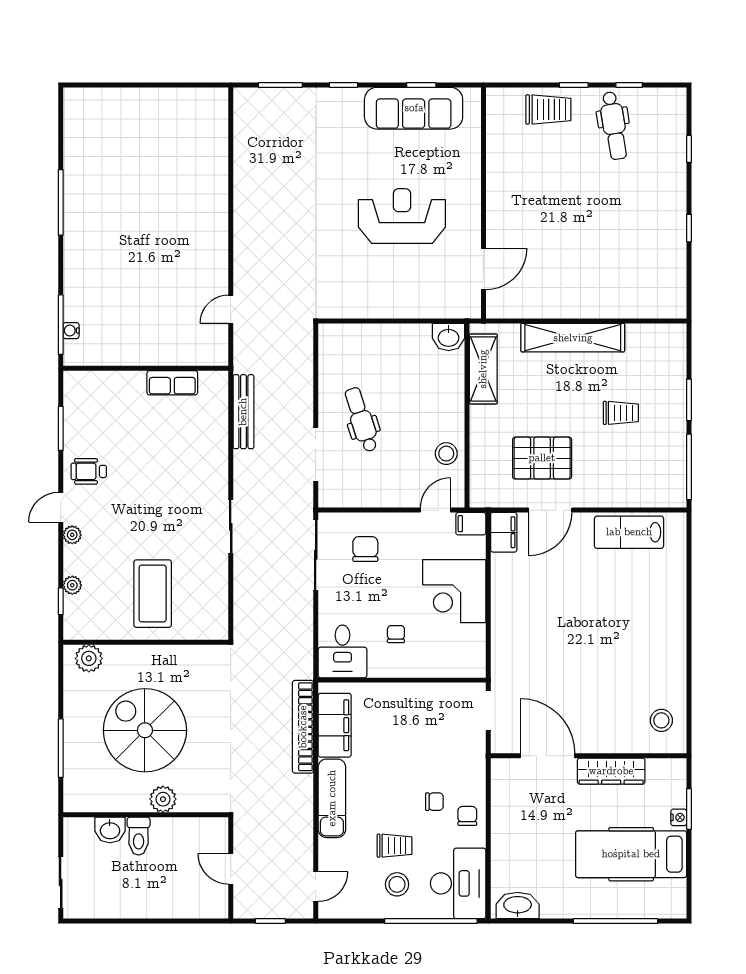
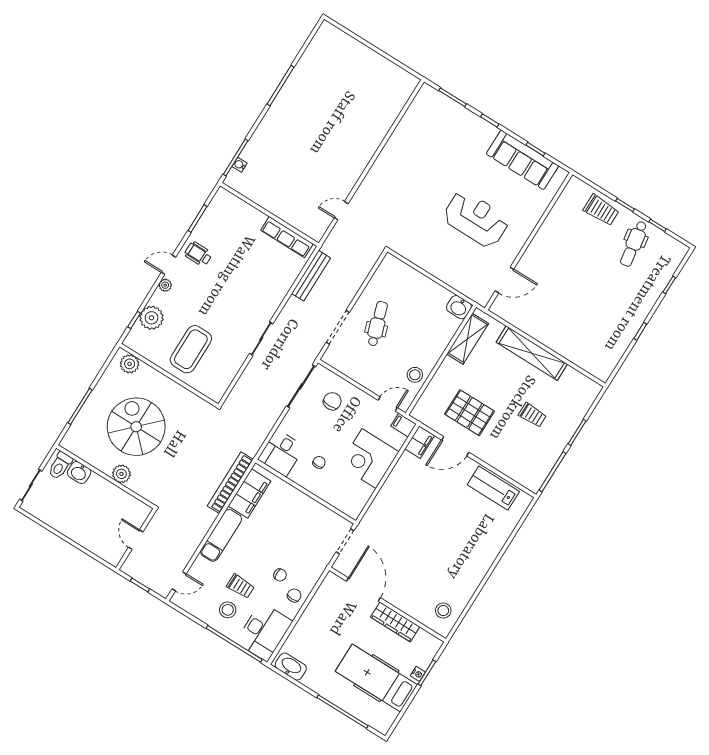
row of seats: (172, 383) -> (287, 237), width x1.48
plant: (72, 585) -> (151, 318), width x1.87, depth x1.87
toilet: (139, 836) -> (60, 466), moved

